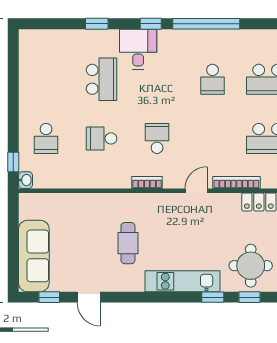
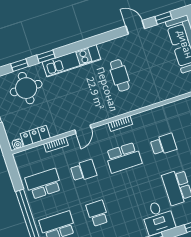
school desk: (157, 138) -> (123, 158), width x1.85
school desk: (213, 138) -> (84, 171), added
bookcase: (236, 183) -> (56, 145), width x0.64

